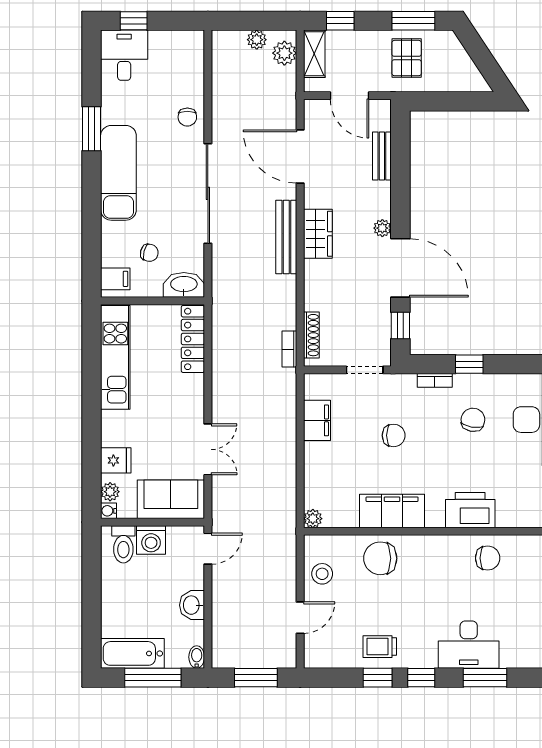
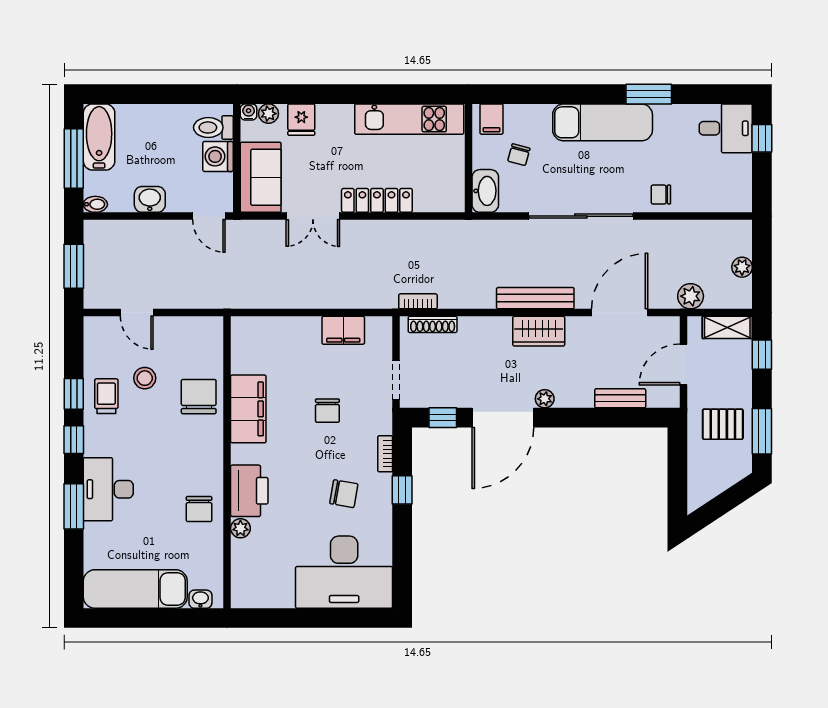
plant: (284, 53) -> (691, 296), moved
locker: (193, 339) -> (377, 200), moved
plant: (313, 519) -> (240, 528), moved
stool: (322, 574) -> (145, 378), moved

